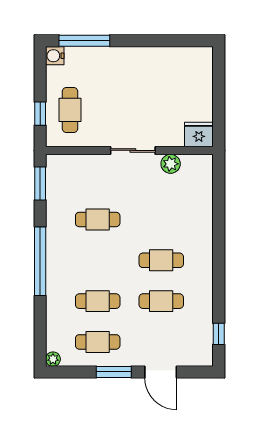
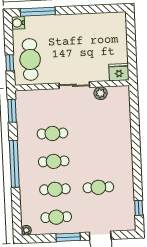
cafe table: (70, 110) -> (30, 59), width x1.37, depth x1.35
cafe table: (161, 260) -> (54, 161), moved

